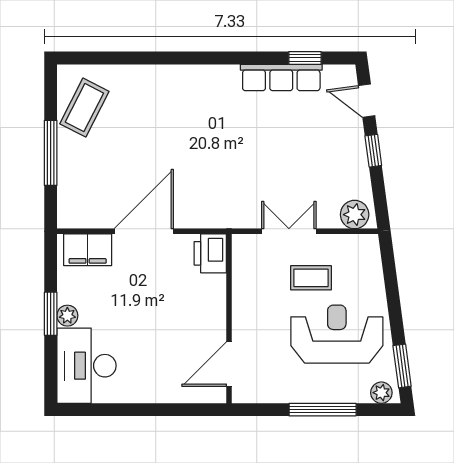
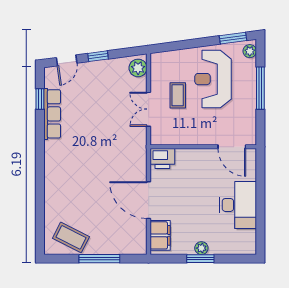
desk: (87, 366) -> (238, 205), moved, turned -90

